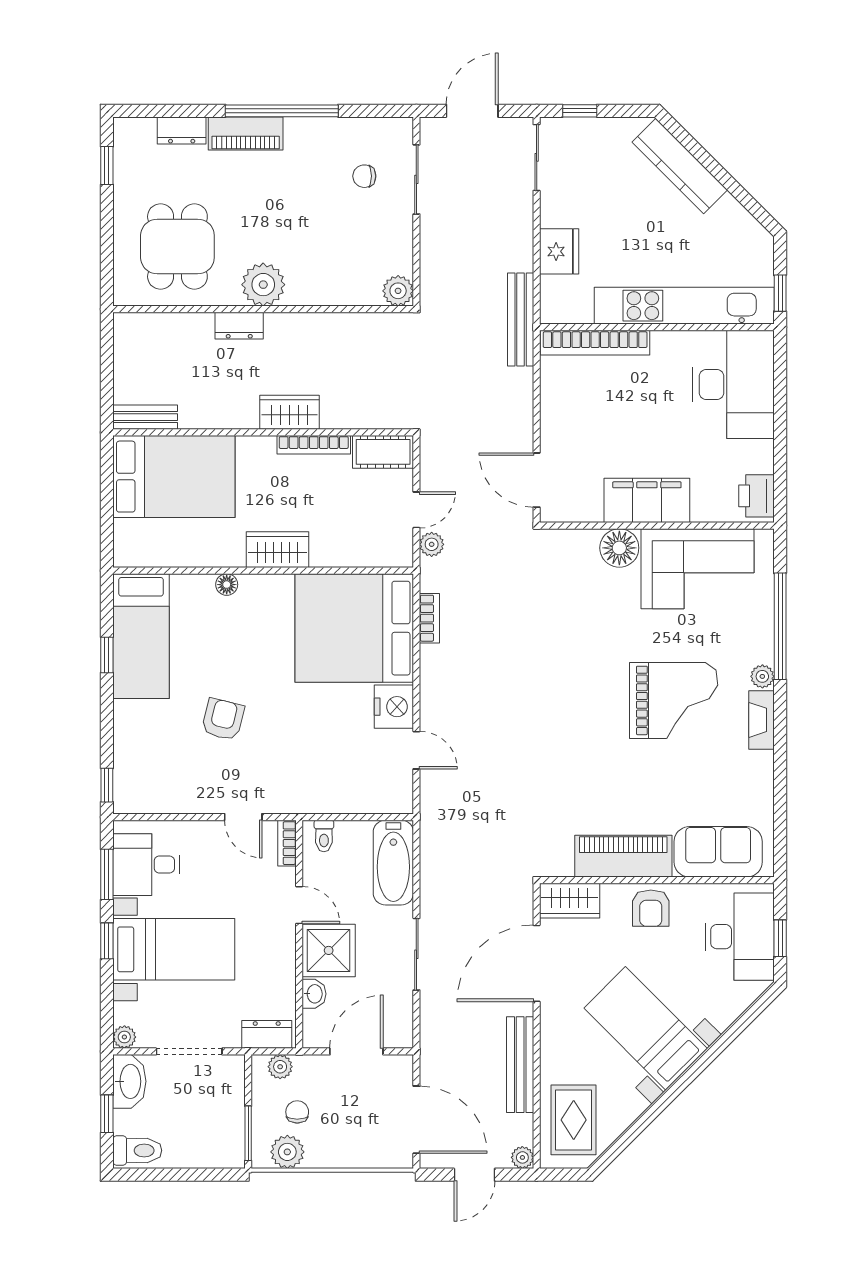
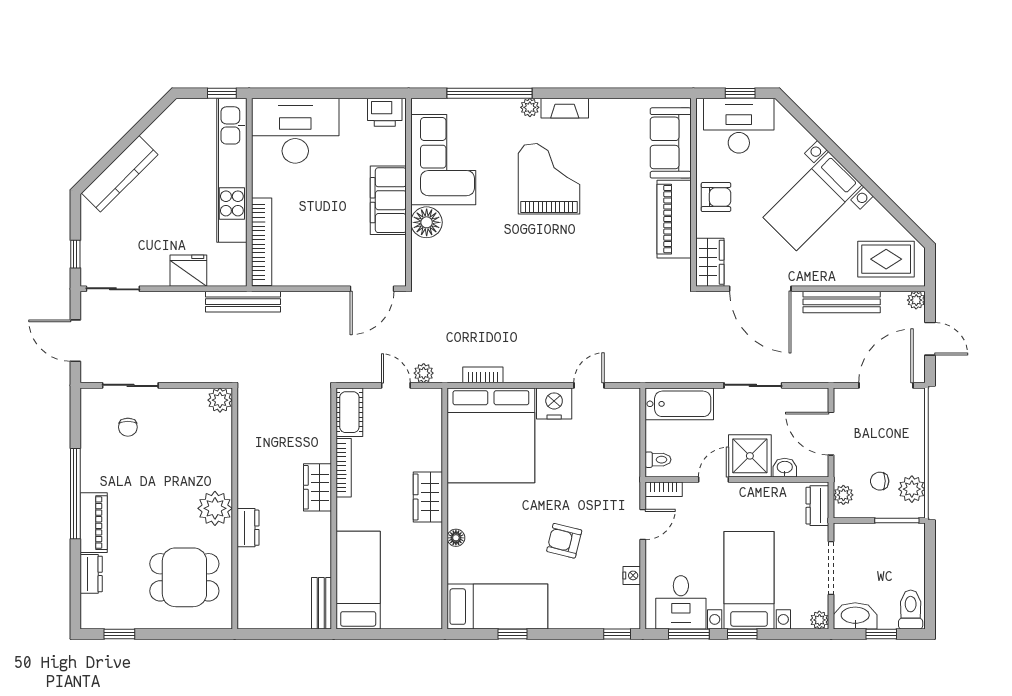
bed: (174, 477) -> (358, 580), width x0.67
nightstand: (180, 803) -> (632, 575), added

